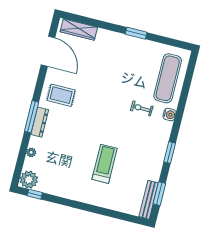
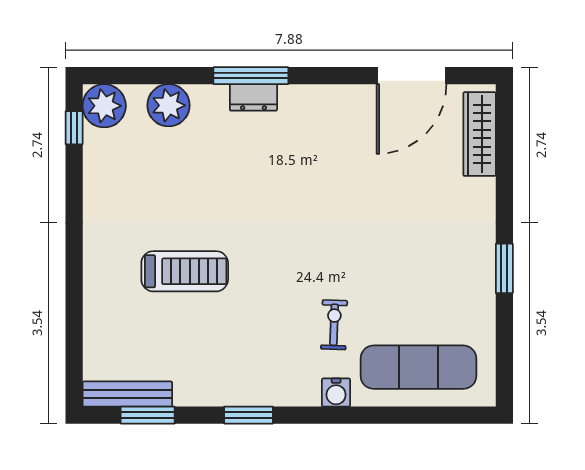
rug: (61, 95) -> (318, 131), removed
dresser: (40, 122) -> (253, 97), width x0.70
plant: (31, 152) -> (168, 105), width x1.88, depth x1.88

